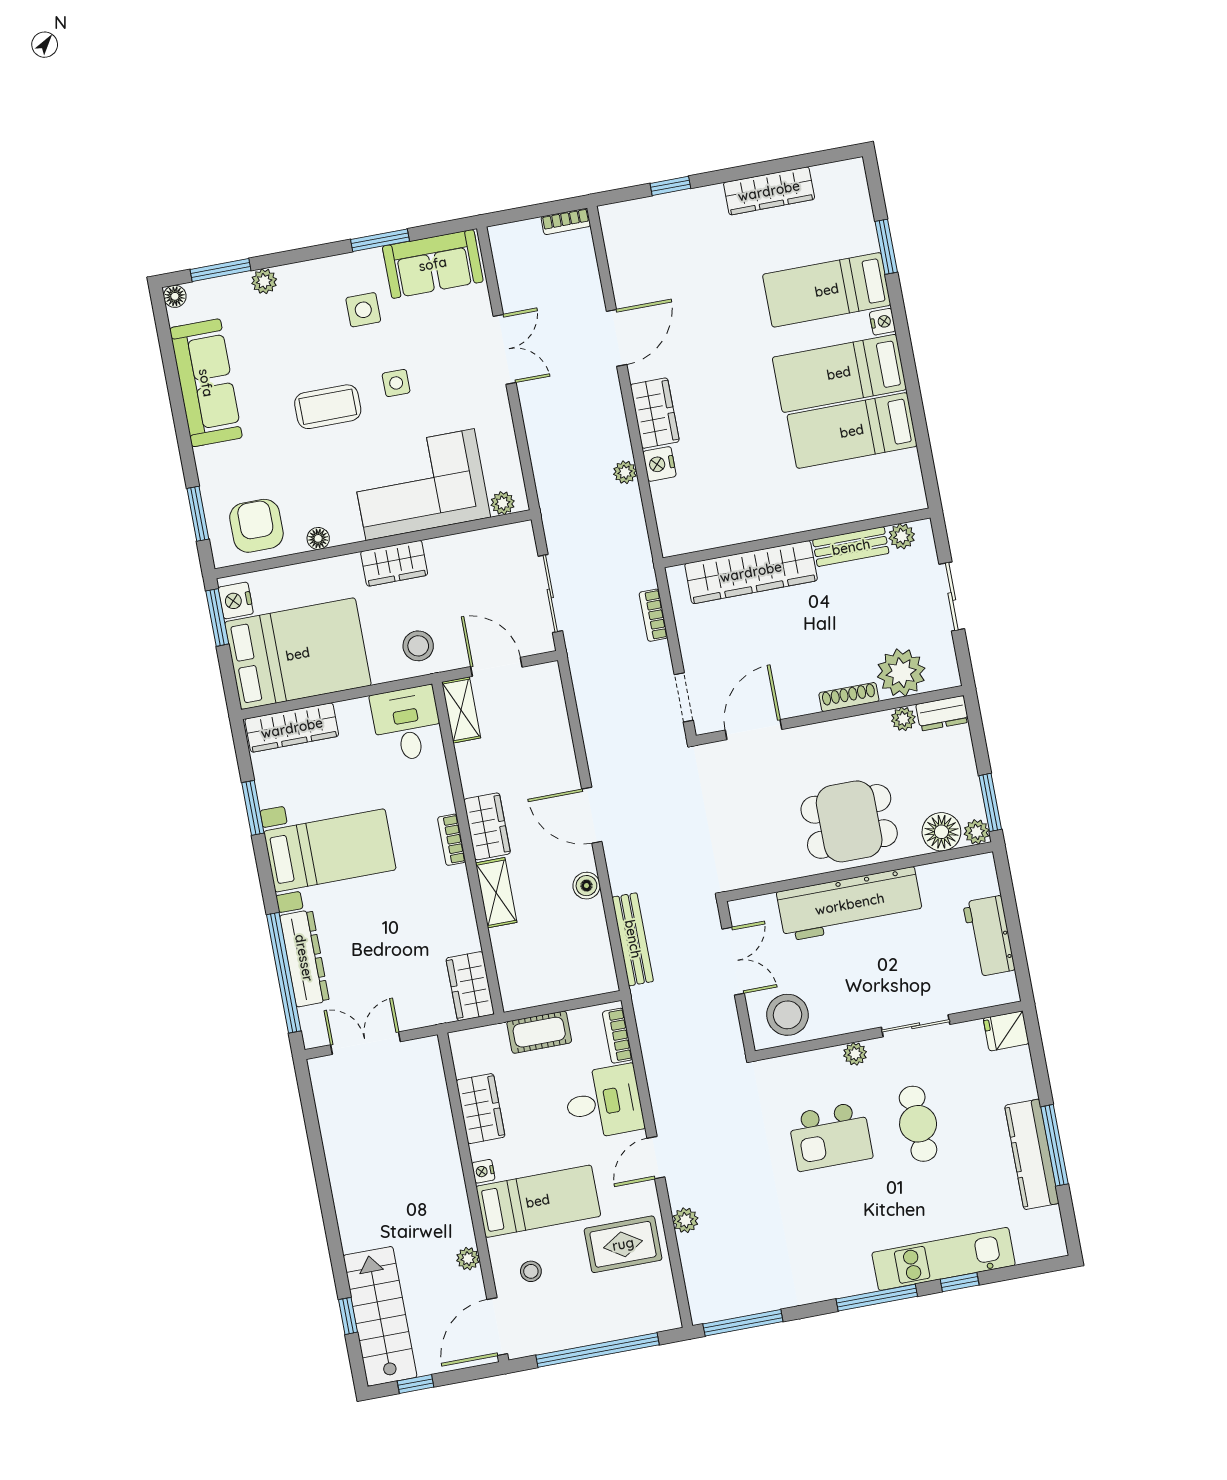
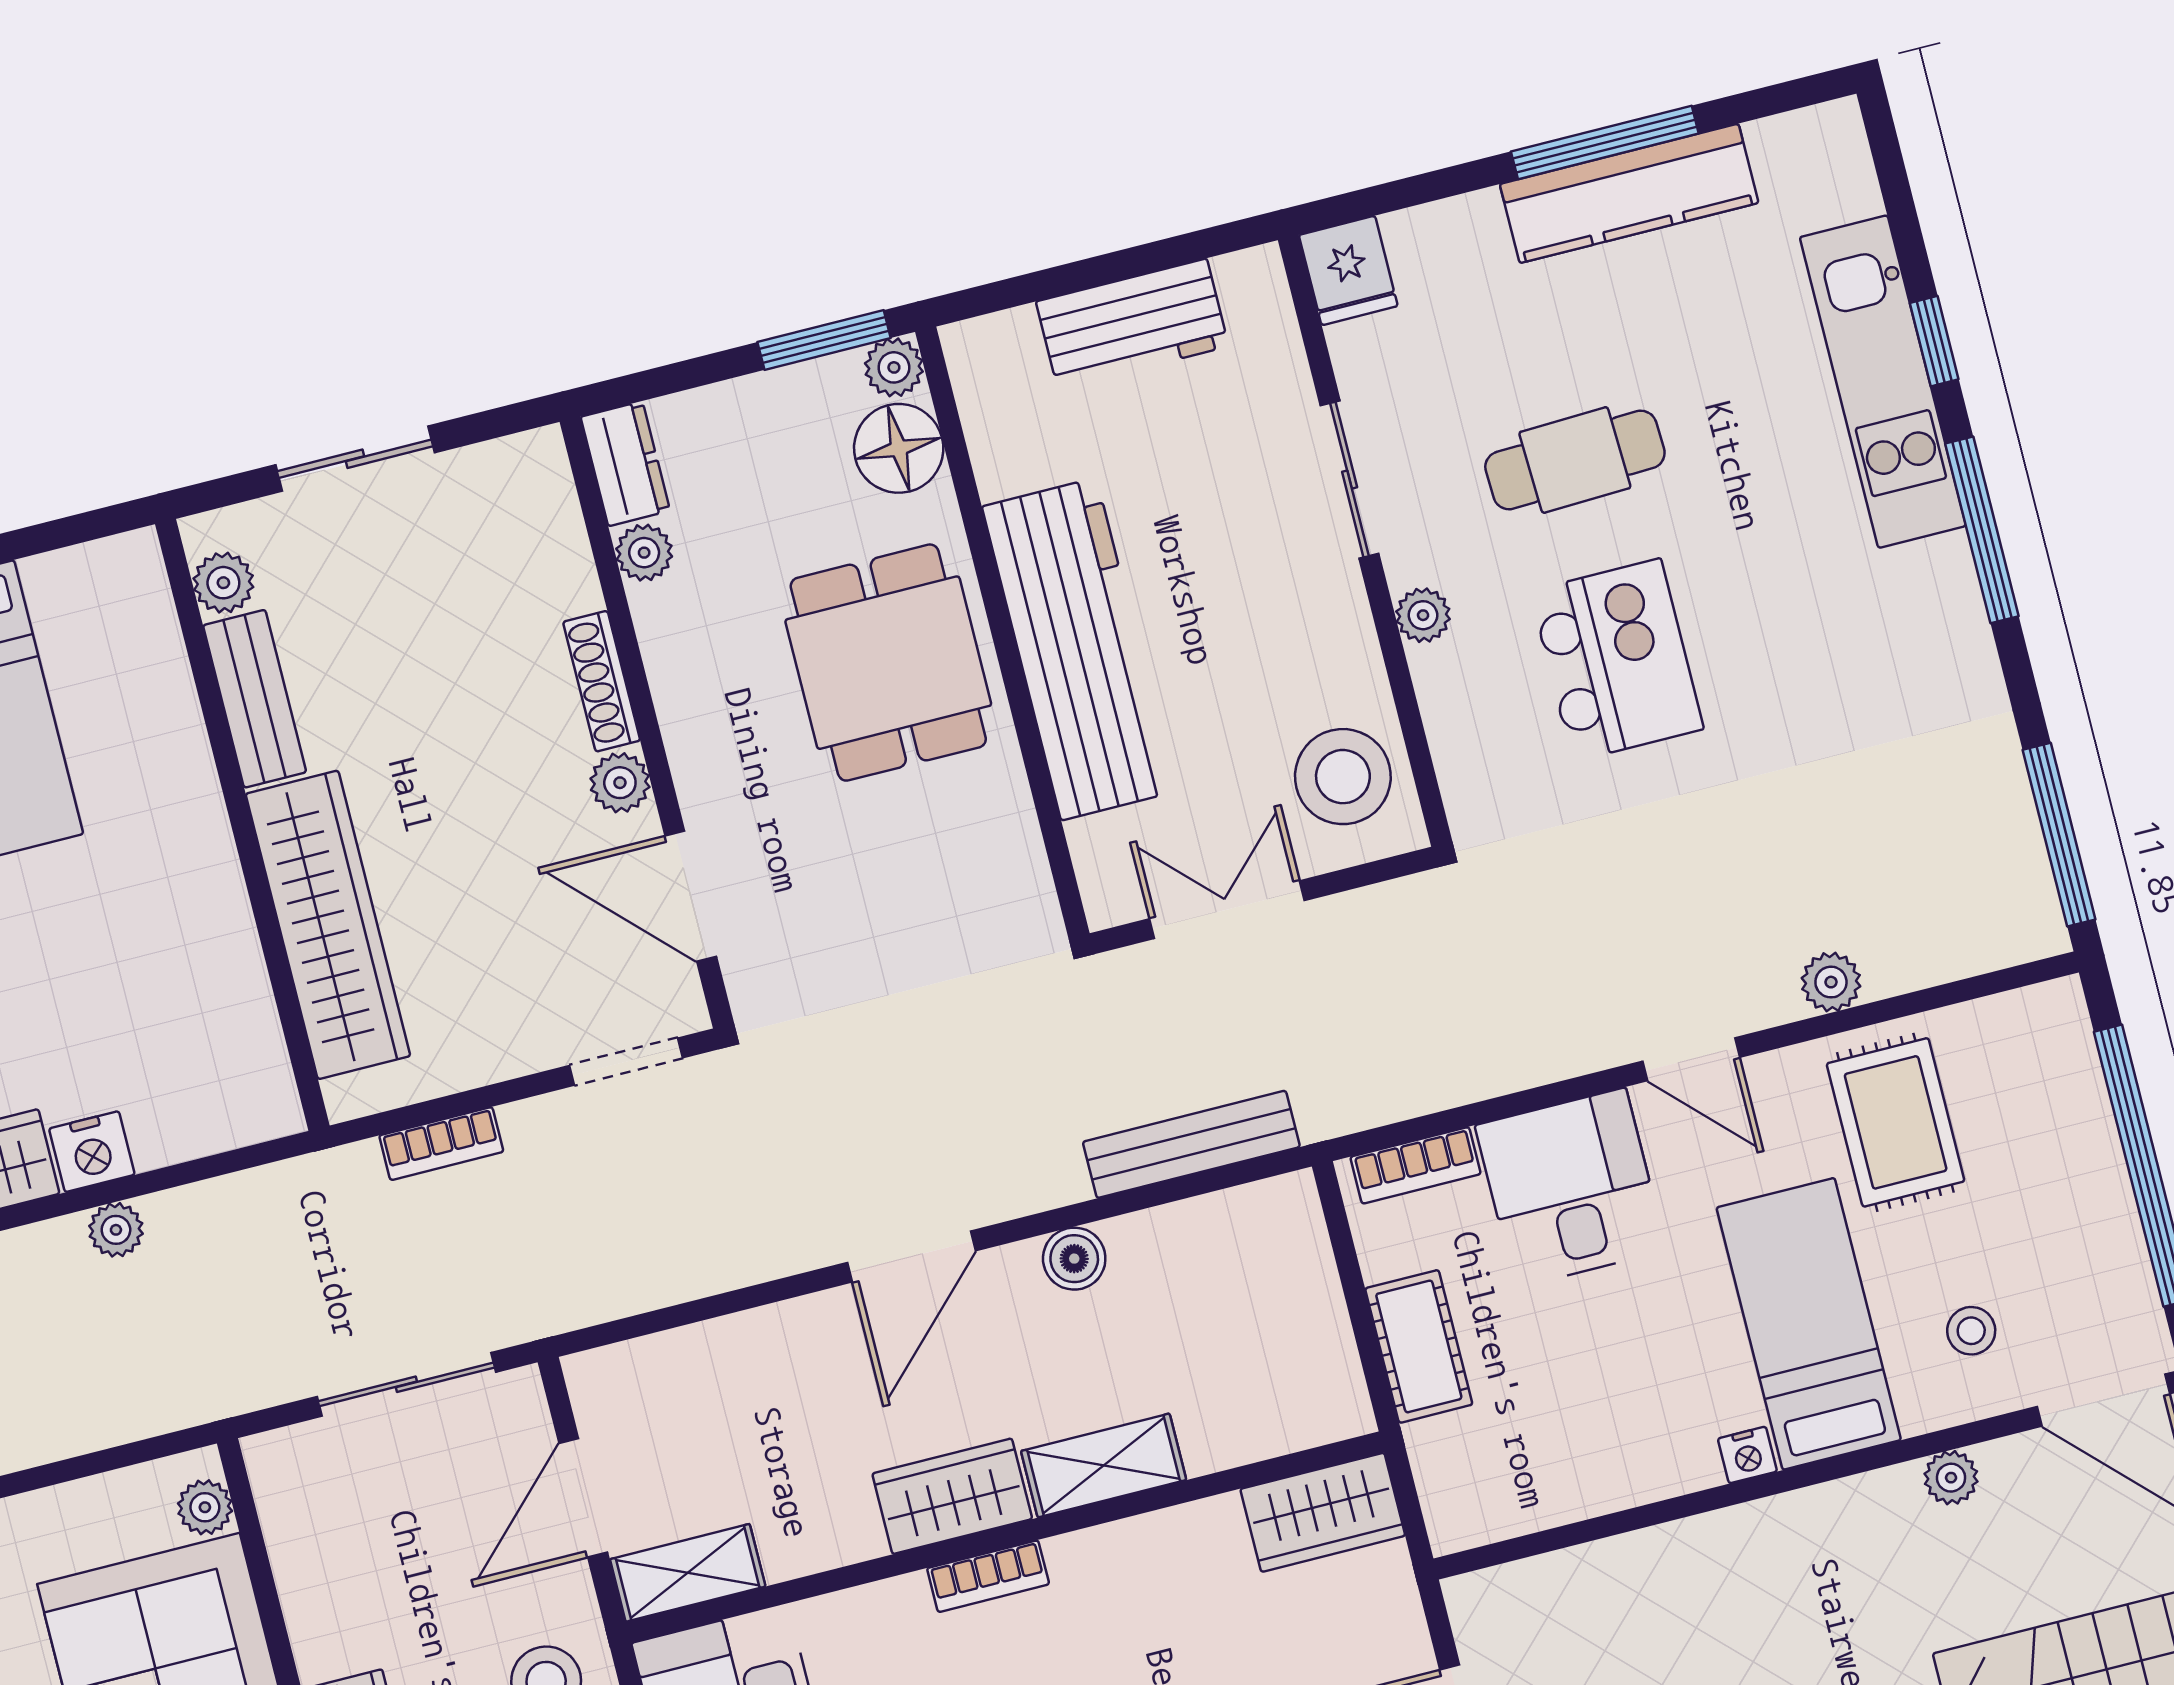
plant: (901, 673) -> (620, 783), moved, width x0.53, depth x0.53
wardrobe: (481, 1109) -> (1603, 1470), removed

